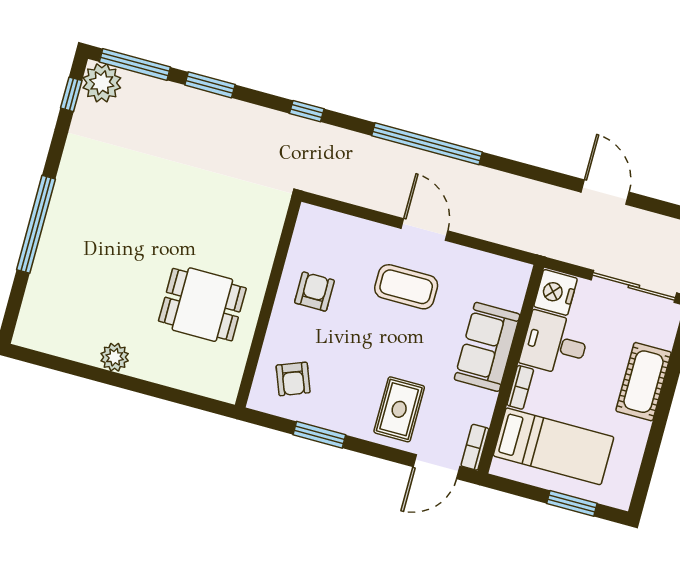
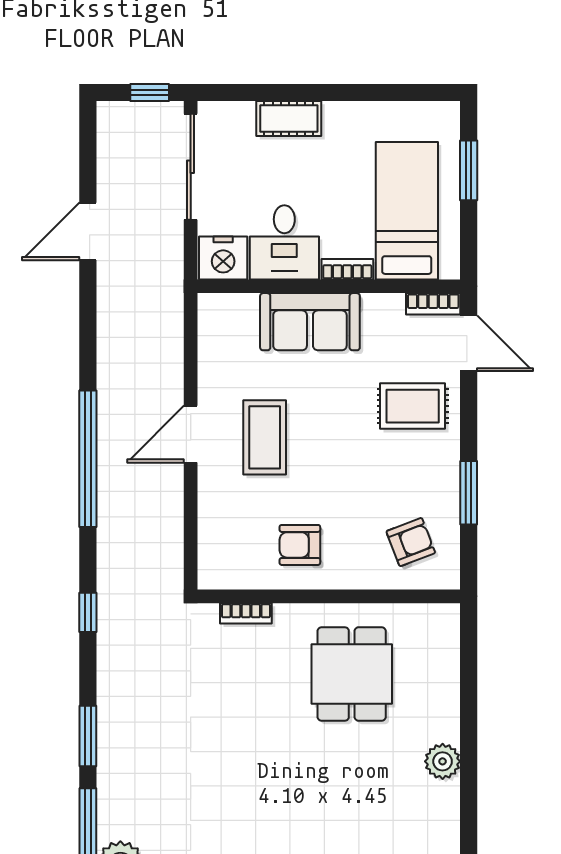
bookcase: (272, 235) -> (246, 613), added
cot: (643, 382) -> (289, 119), width x0.73, depth x0.75

